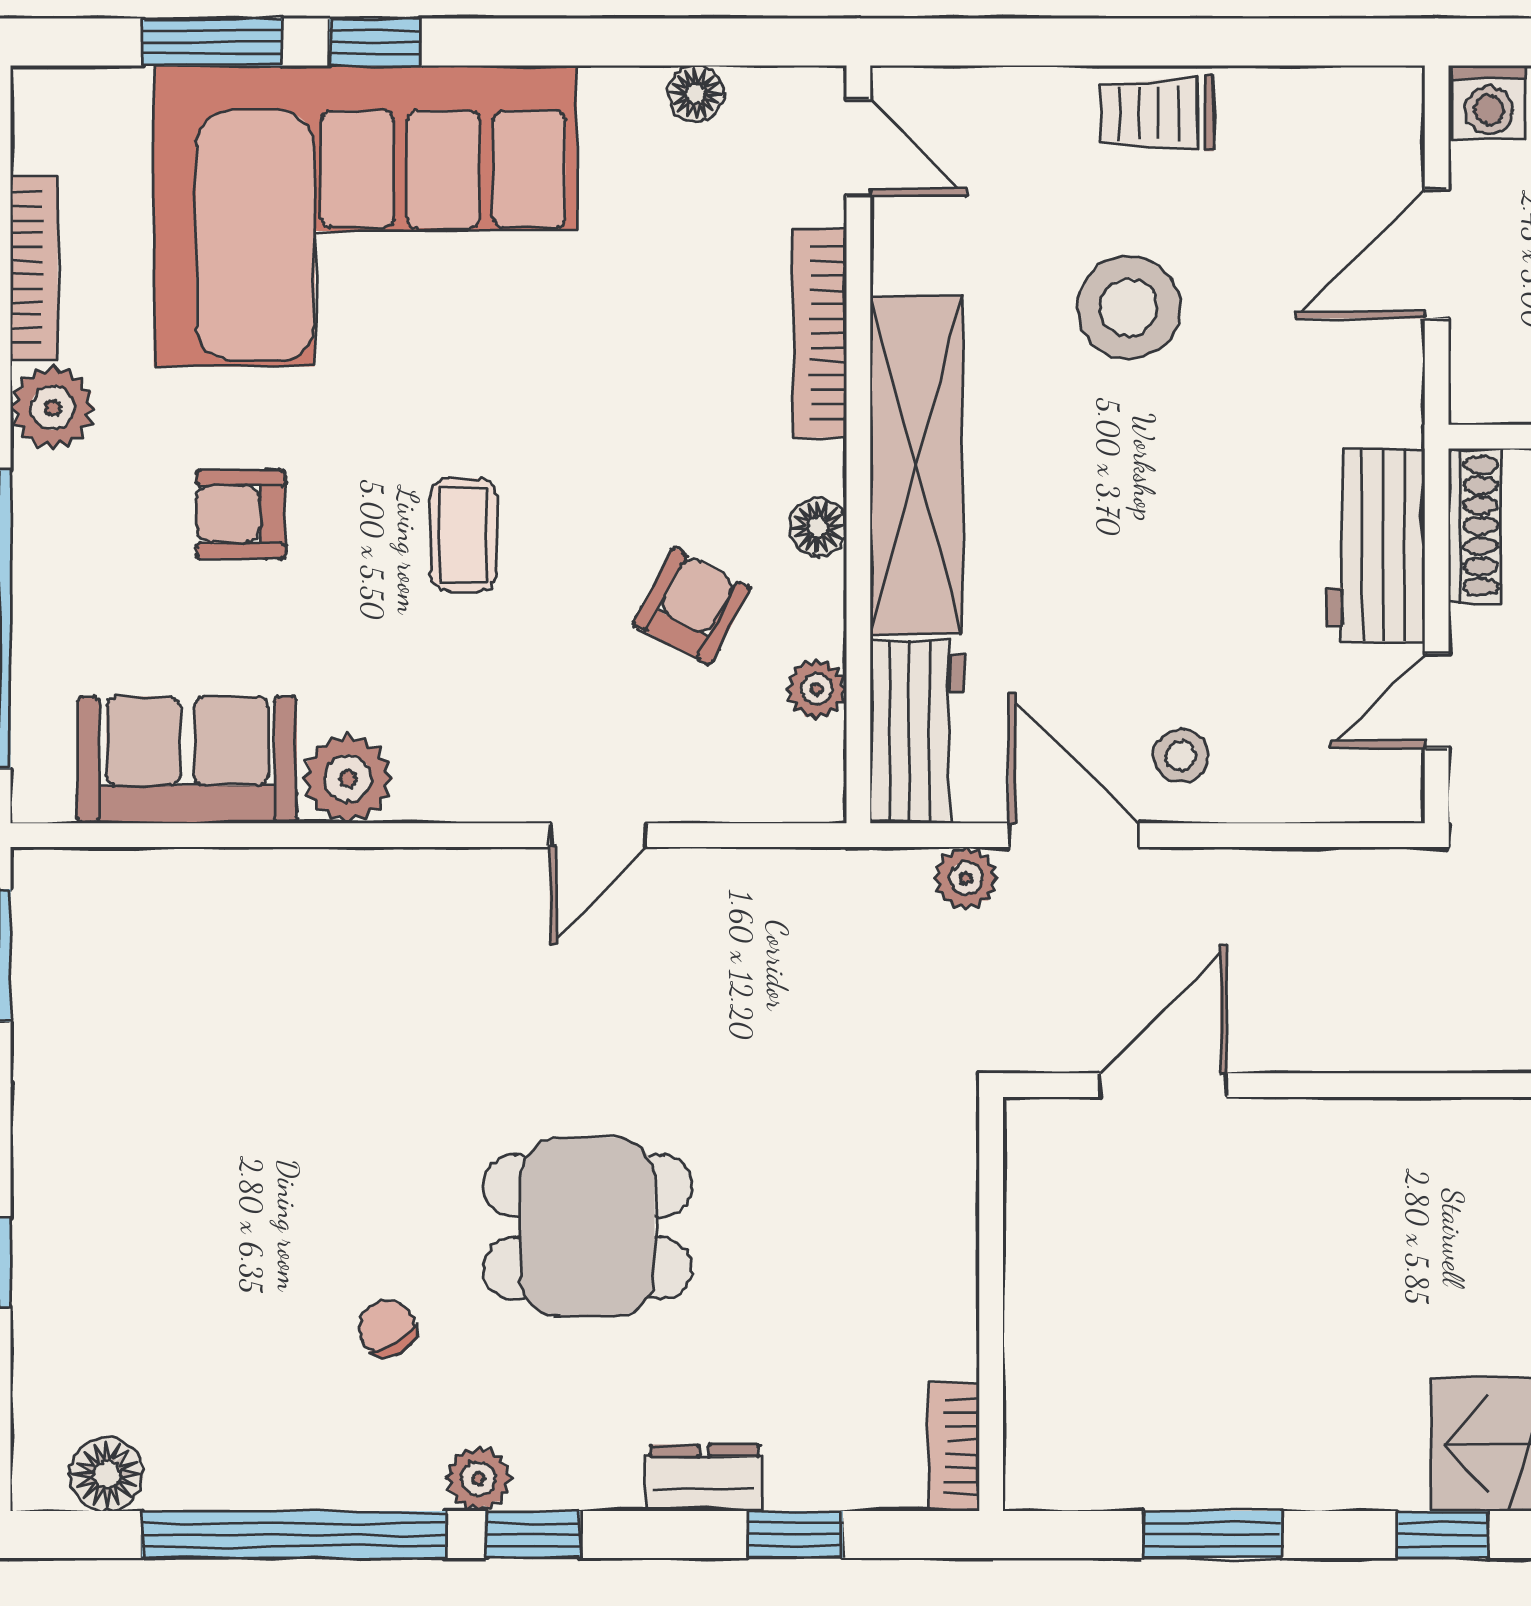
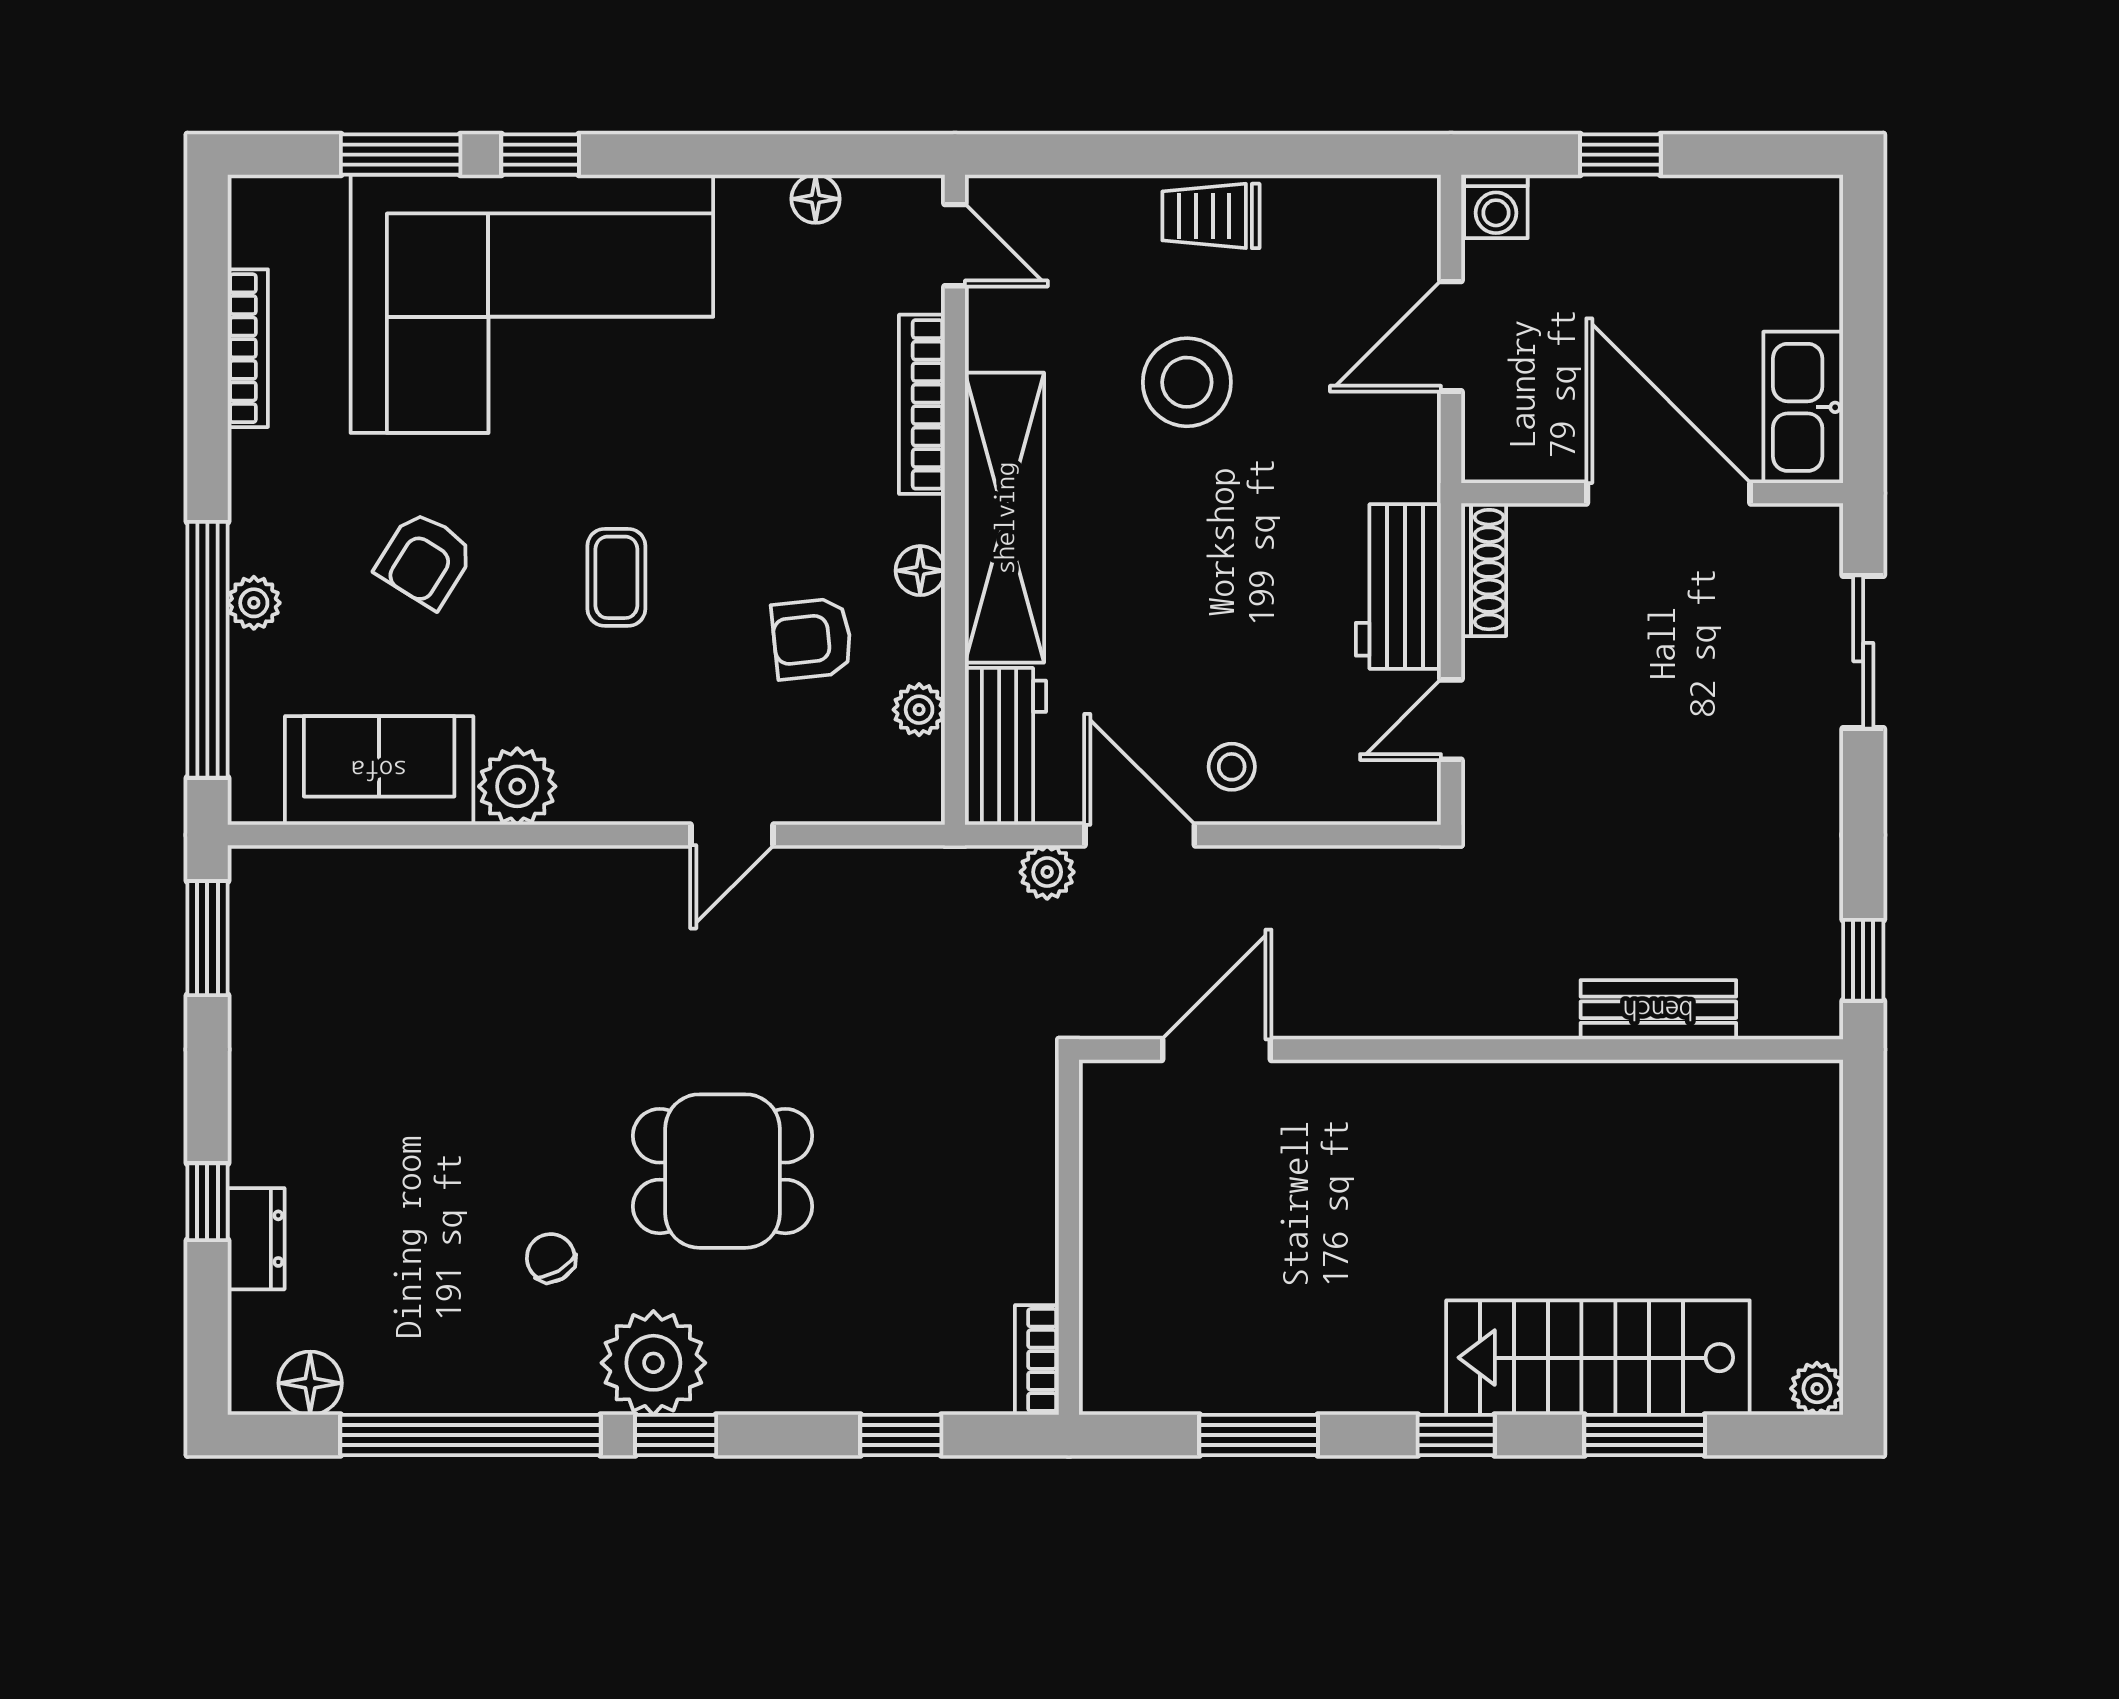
plant: (53, 408) -> (254, 603), moved, width x0.73, depth x0.73
armchair: (241, 514) -> (425, 560), turned -58
armchair: (692, 606) -> (812, 639), turned -124
dresser: (704, 1478) -> (256, 1239), moved, turned 90
plant: (479, 1479) -> (653, 1363), width x1.88, depth x1.88

